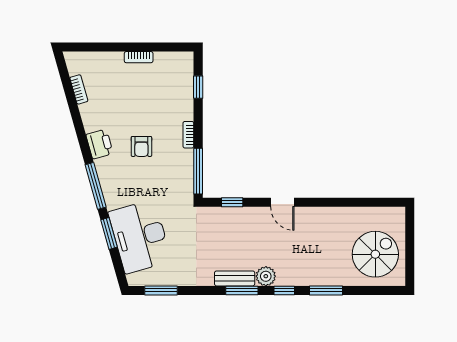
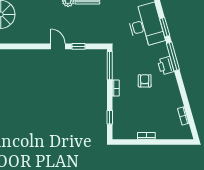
printer: (100, 144) -> (166, 66), moved
window: (232, 202) -> (78, 46), moved

